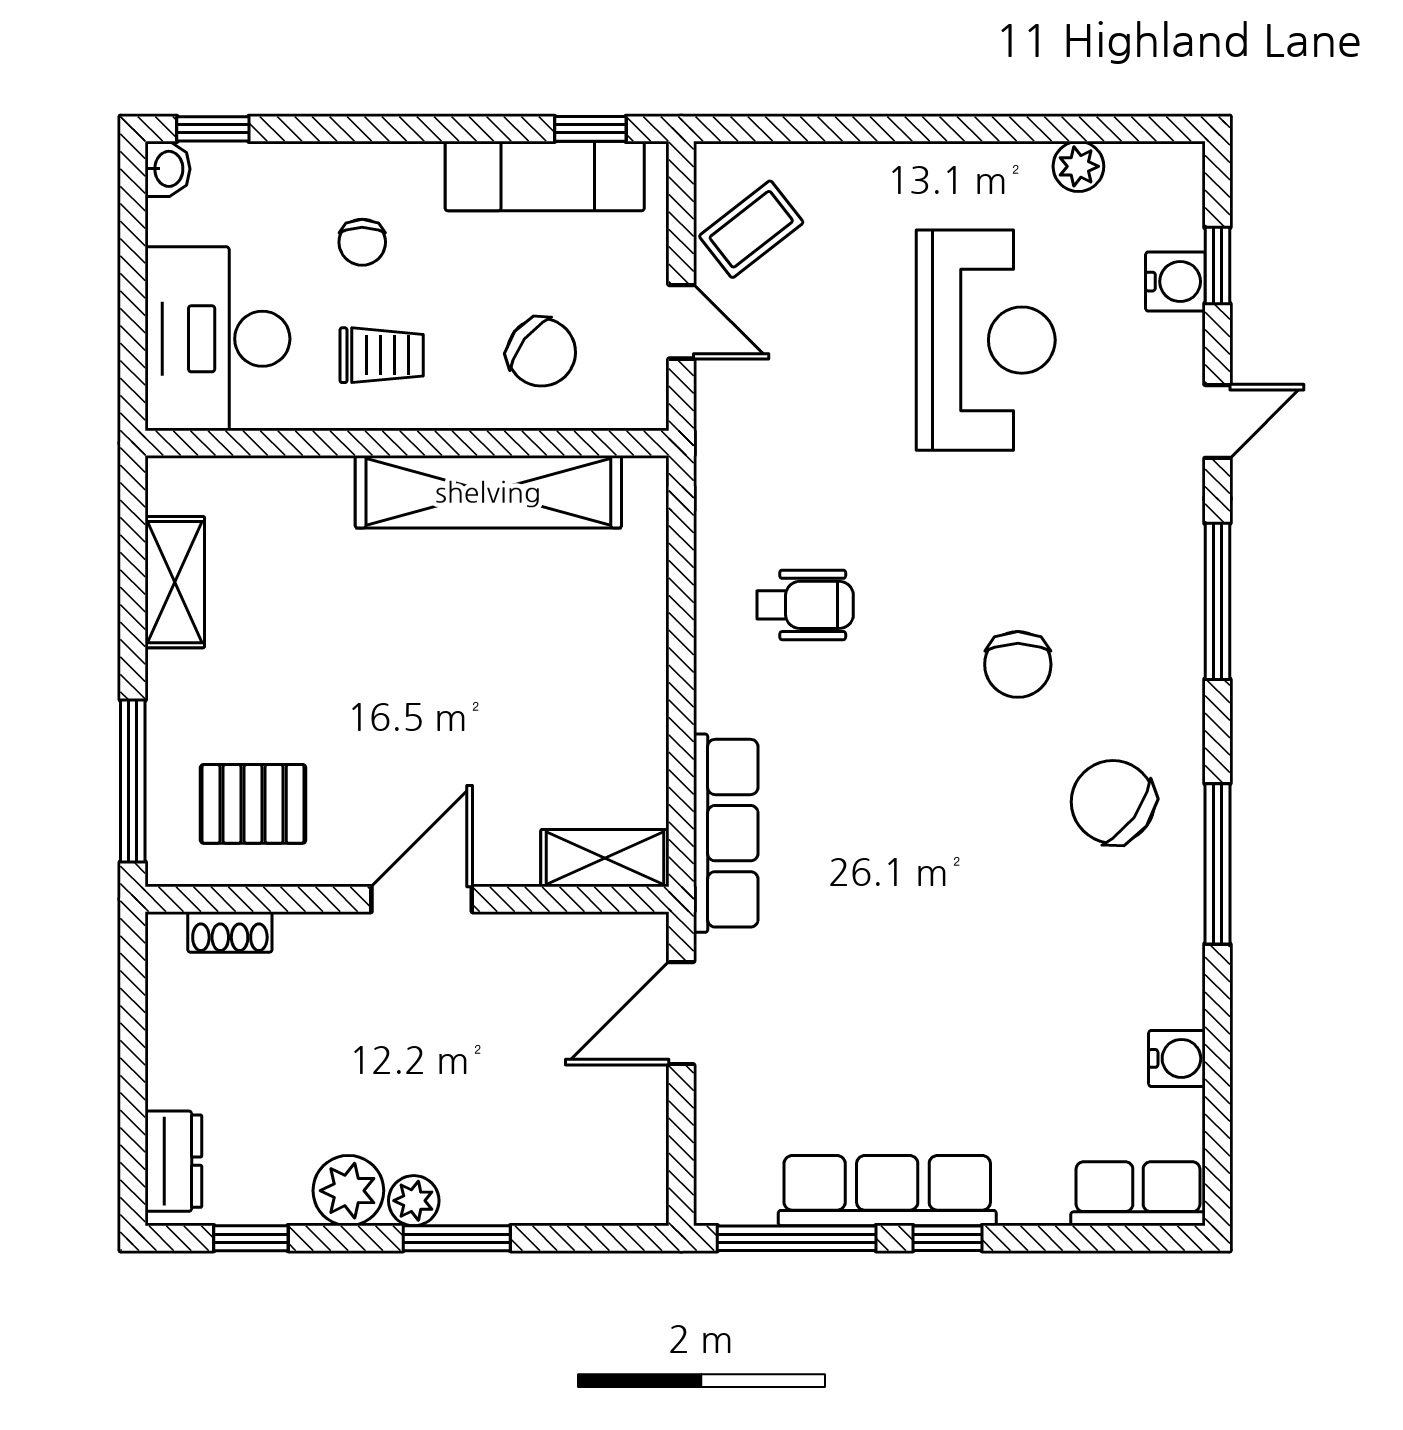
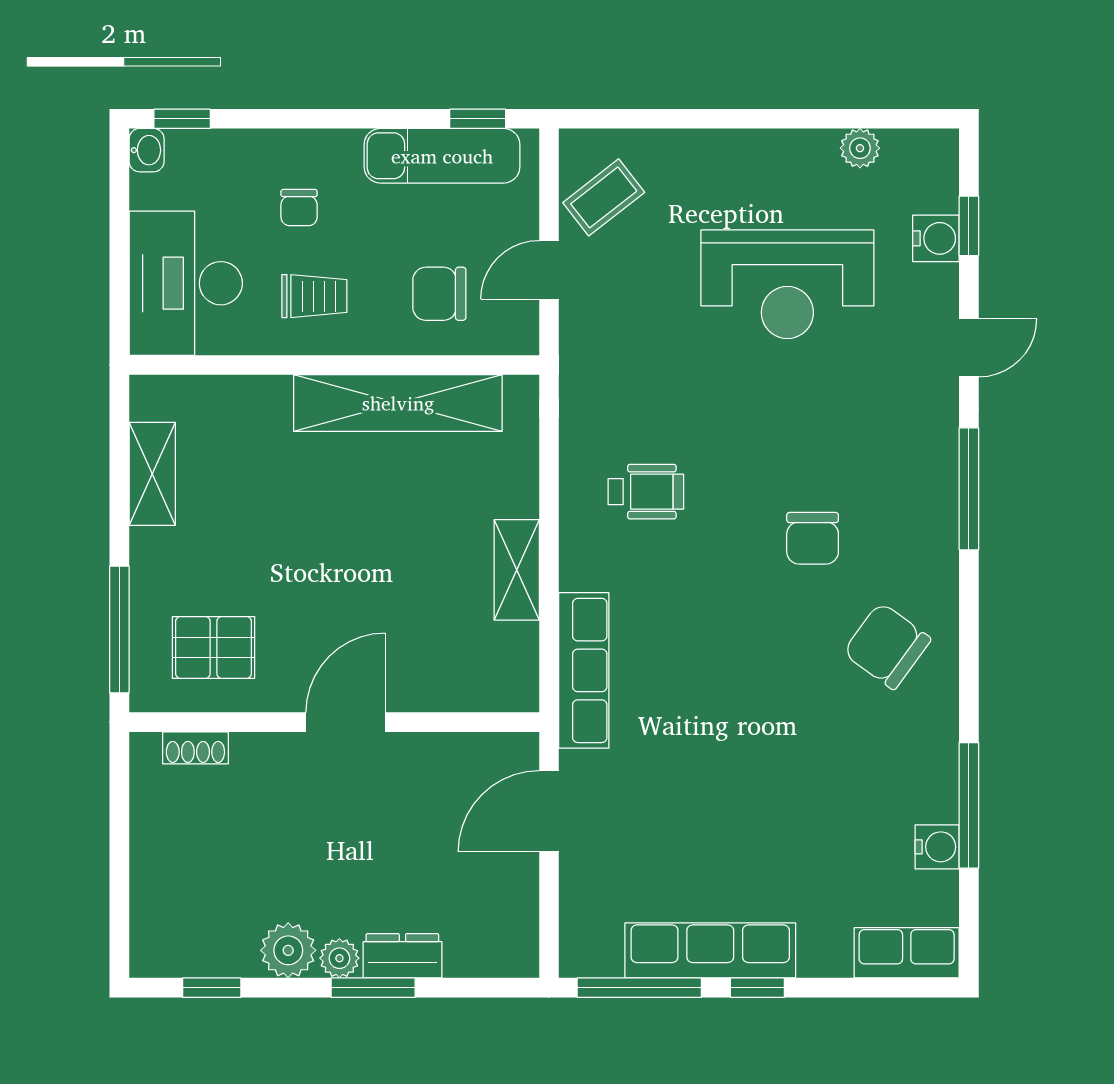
door: (681, 322) -> (549, 270), swing flipped
reception desk: (986, 340) -> (787, 284), turned 90
chair: (541, 352) -> (439, 294), turned 142
shelving: (605, 858) -> (517, 570), moved, turned 90
window: (1217, 864) -> (969, 805), moved
dresser: (173, 1161) -> (402, 956), moved, turned -90

